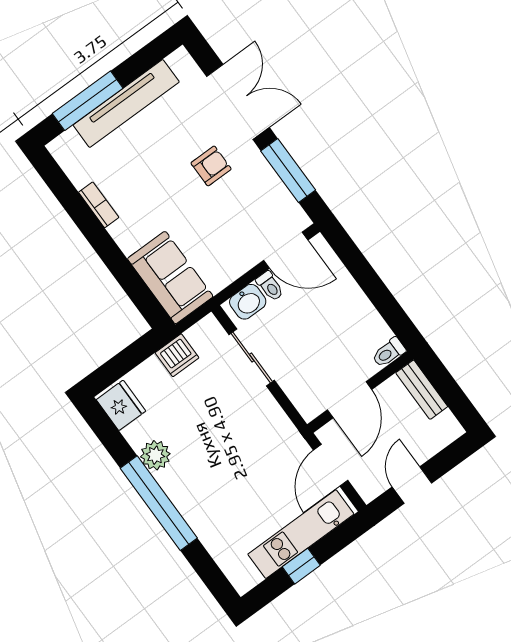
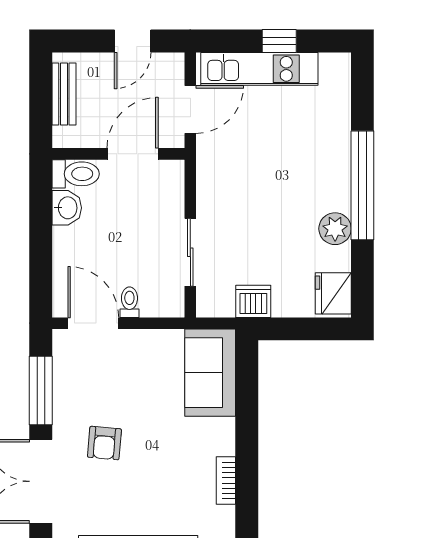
armchair: (211, 166) -> (104, 443), turned -85
washbasin: (248, 302) -> (67, 208), moved, turned 90
toilet: (389, 353) -> (76, 174), width x1.37, depth x1.39
bench: (422, 390) -> (64, 94), moved

